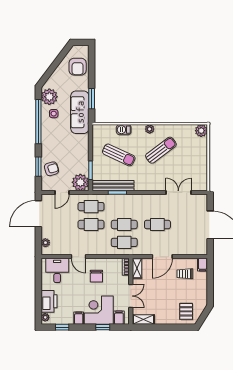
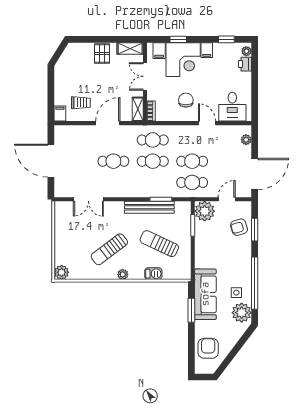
bench: (113, 186) -> (149, 207), moved
printer: (49, 301) -> (245, 64), width x0.53, depth x0.68
pallet: (186, 311) -> (102, 53), moved

